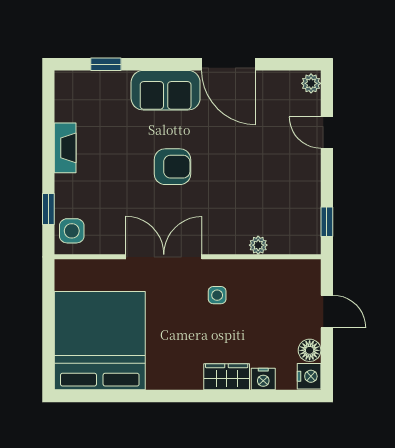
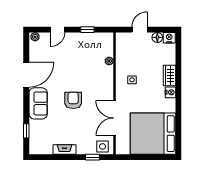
window: (327, 222) -> (87, 30), moved
double door: (164, 257) -> (114, 118), moved
nightstand: (263, 379) -> (170, 92), moved

